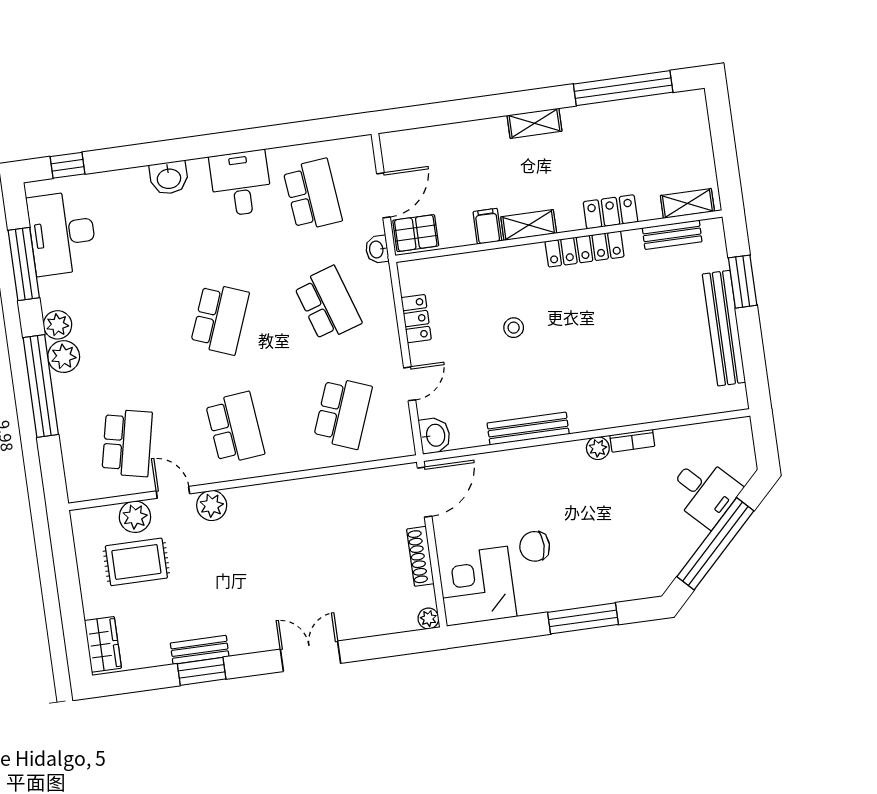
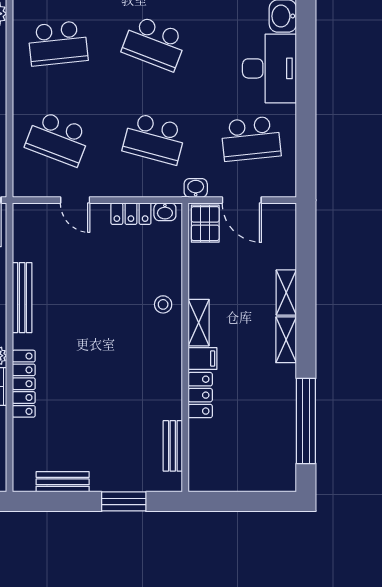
desk: (241, 183) -> (269, 68), width x1.37
shelving: (687, 203) -> (286, 293), moved
filing cabinet: (487, 226) -> (203, 359), moved
locker: (585, 249) -> (24, 384), moved, turned 180
school desk: (328, 304) -> (154, 139), turned 33
stool: (514, 328) -> (163, 304), moved
bench: (724, 328) -> (63, 482), width x0.54, depth x0.82
washbasin: (435, 435) -> (165, 212), moved, width x0.72, depth x0.69

